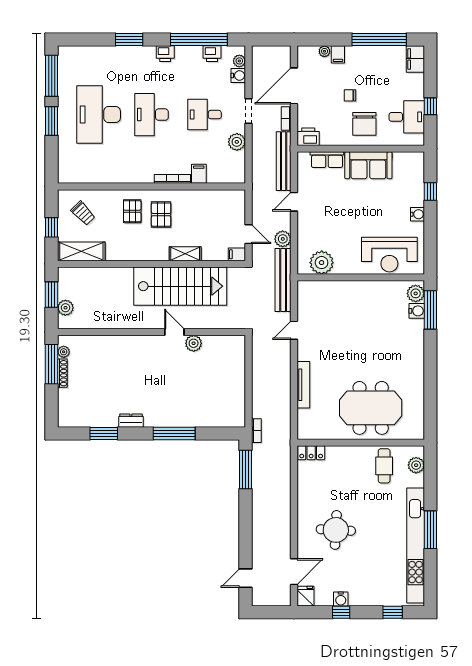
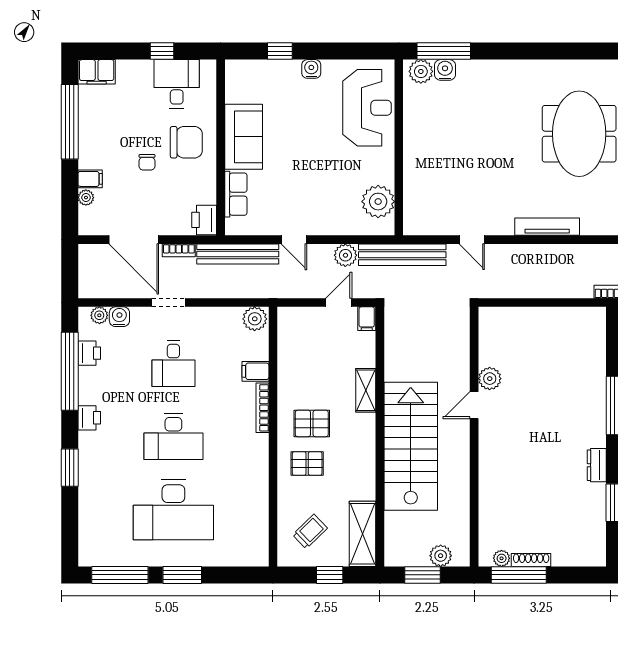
plant: (237, 142) -> (255, 319), moved
stairs: (180, 286) -> (411, 446), moved

